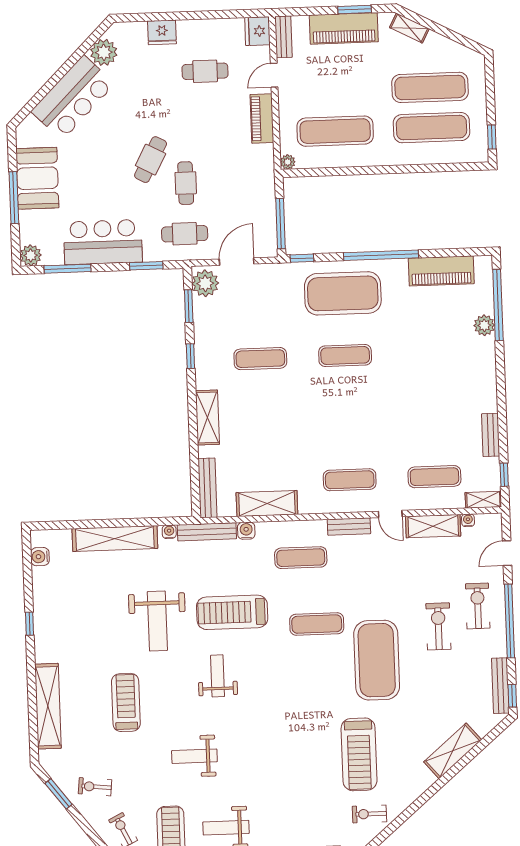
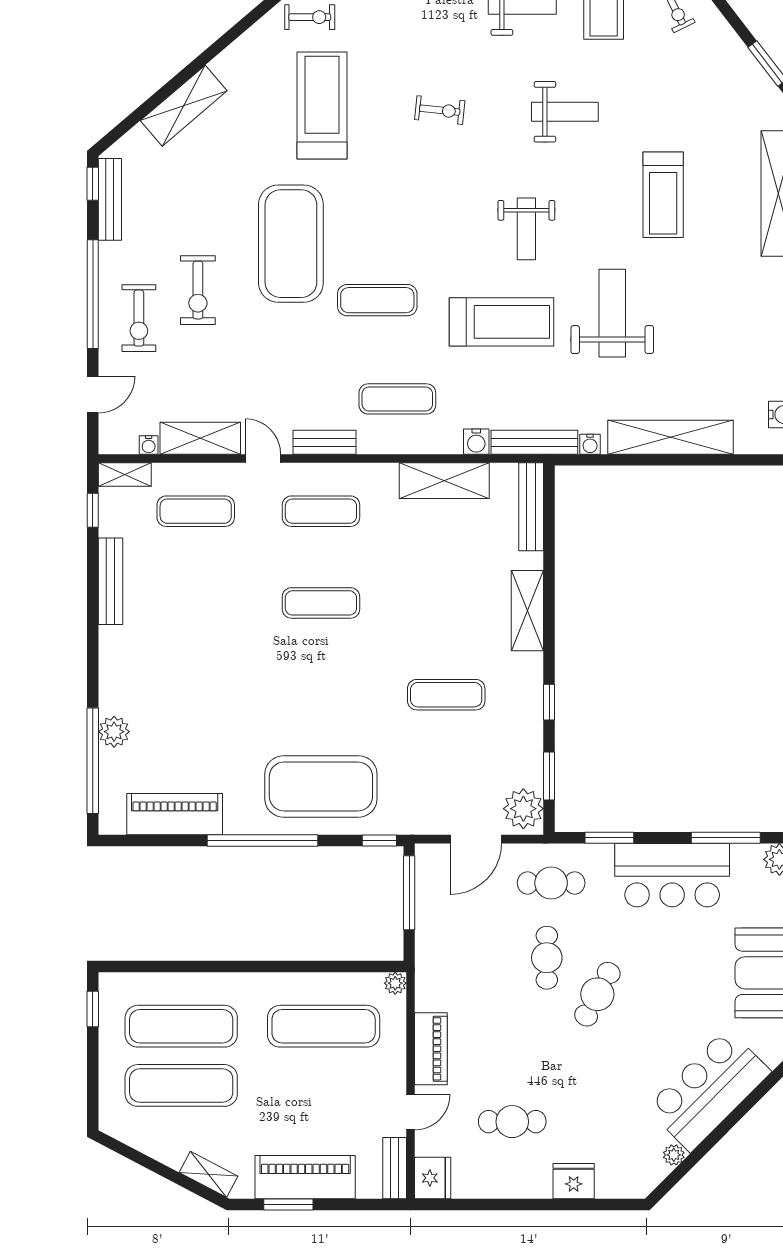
plant: (104, 52) -> (674, 1155), width x0.53, depth x0.53
exercise mat: (345, 355) -> (321, 603), moved
bench: (491, 435) -> (111, 581), width x1.36
exercise bike: (95, 787) -> (440, 110), moved

